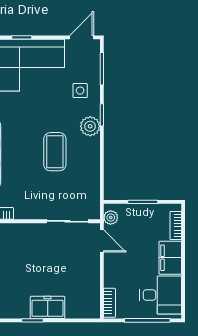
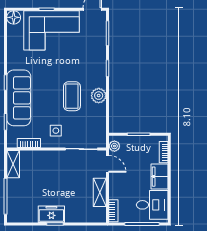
side table: (80, 91) -> (56, 131), moved
plant: (90, 126) -> (99, 96), moved
shelving: (92, 278) -> (100, 192), added
freezer: (48, 307) -> (51, 214), moved

